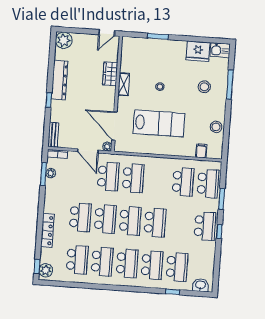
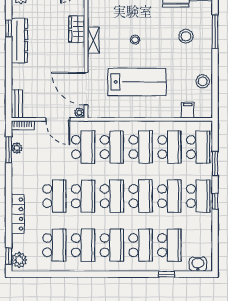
window: (49, 100) -> (9, 28), moved
school desk: (158, 180) -> (141, 147), added
school desk: (180, 224) -> (169, 196), added

